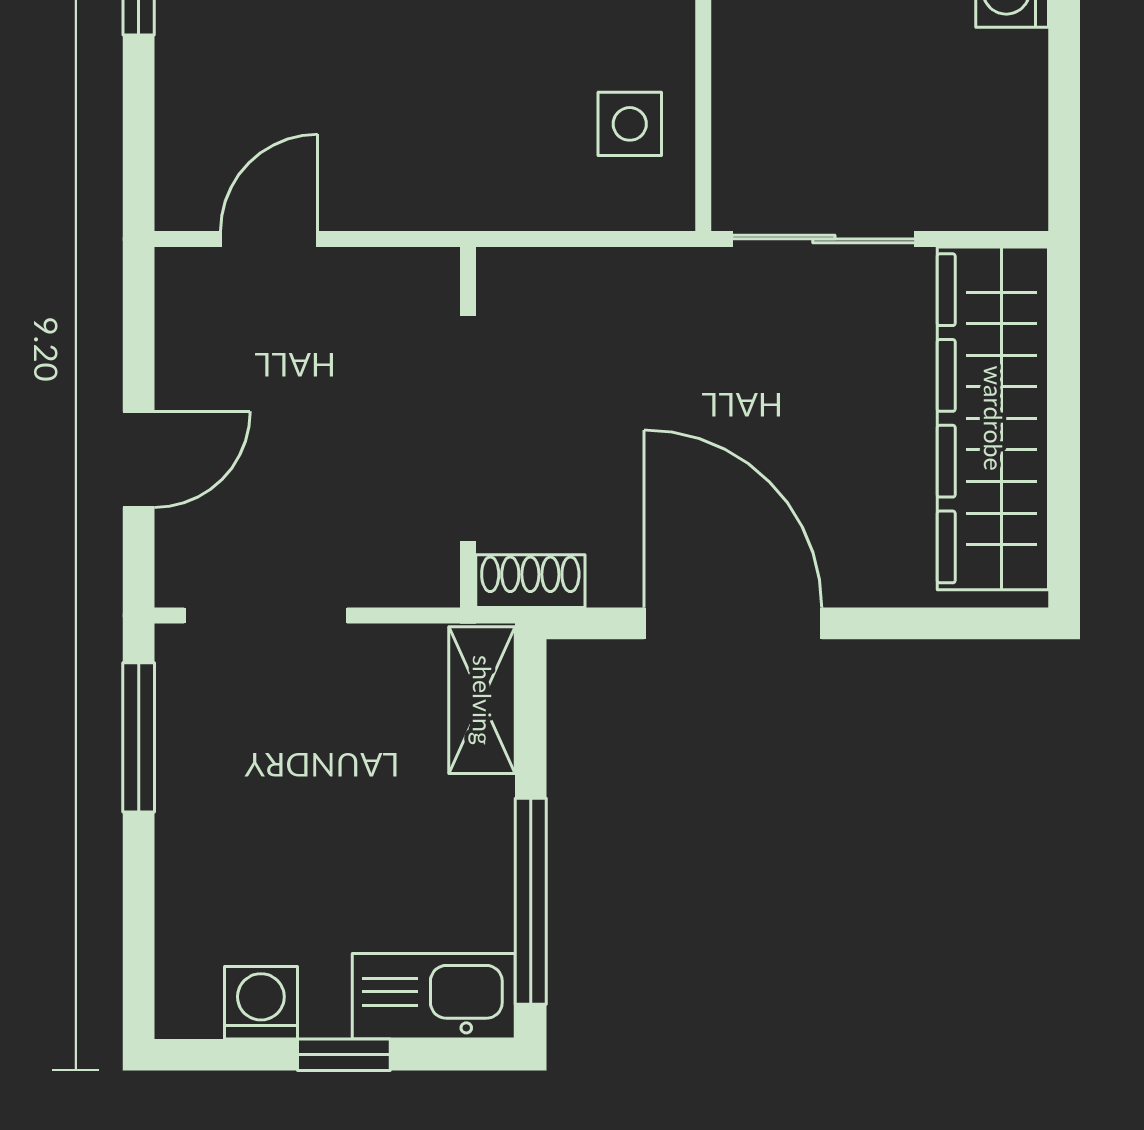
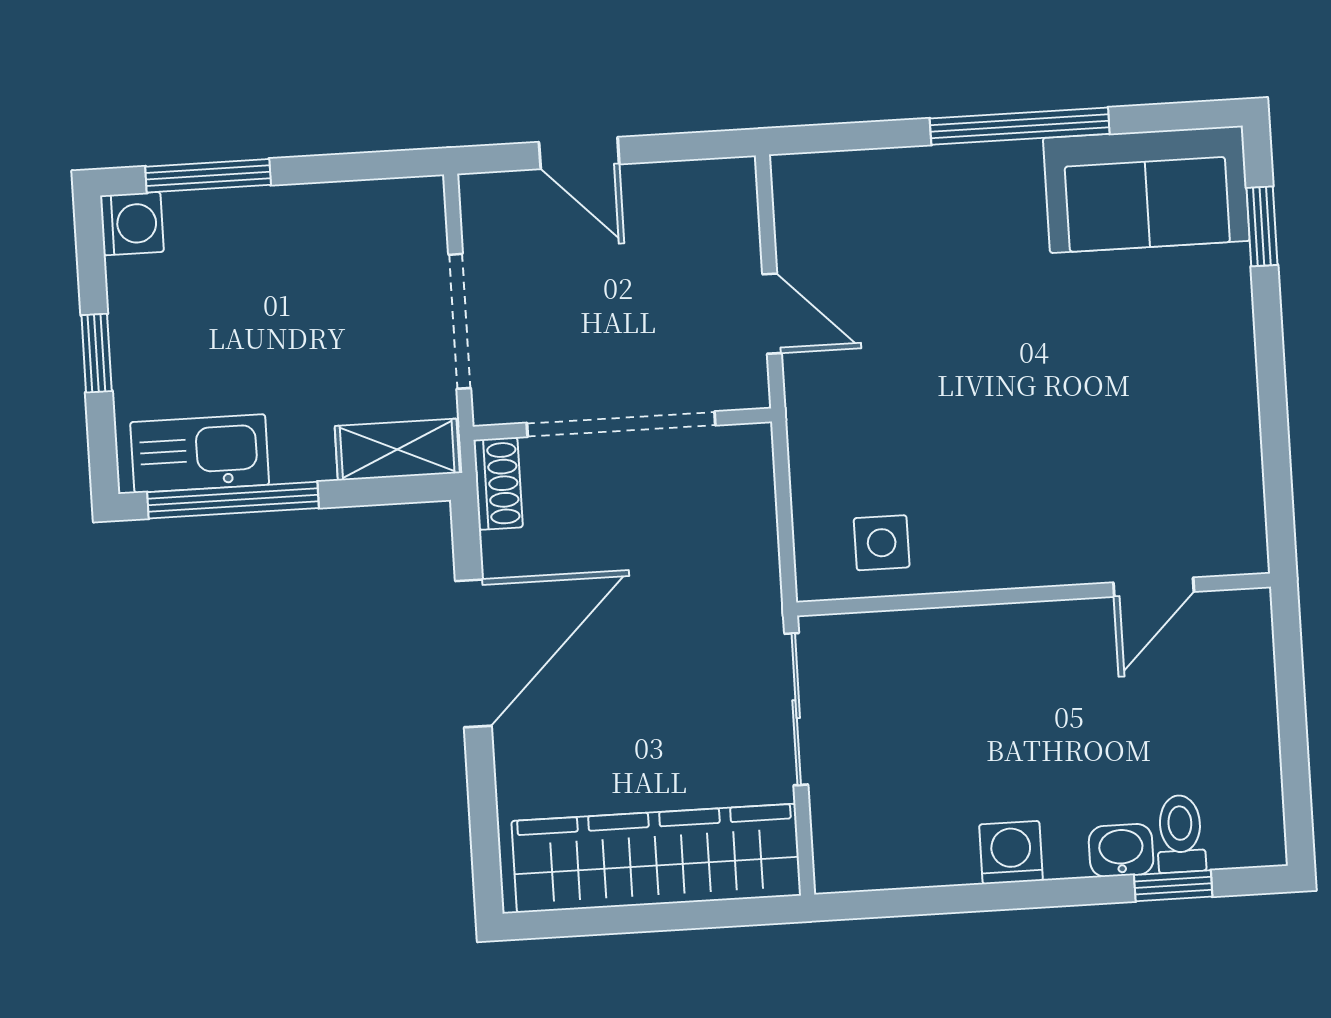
door: (269, 239) -> (772, 314), moved
doorway: (266, 615) -> (460, 321), moved
window: (139, 737) -> (208, 176), moved
kitchen sink: (434, 996) -> (200, 453), moved, turned -90
washing machine: (261, 1003) -> (132, 224), moved

